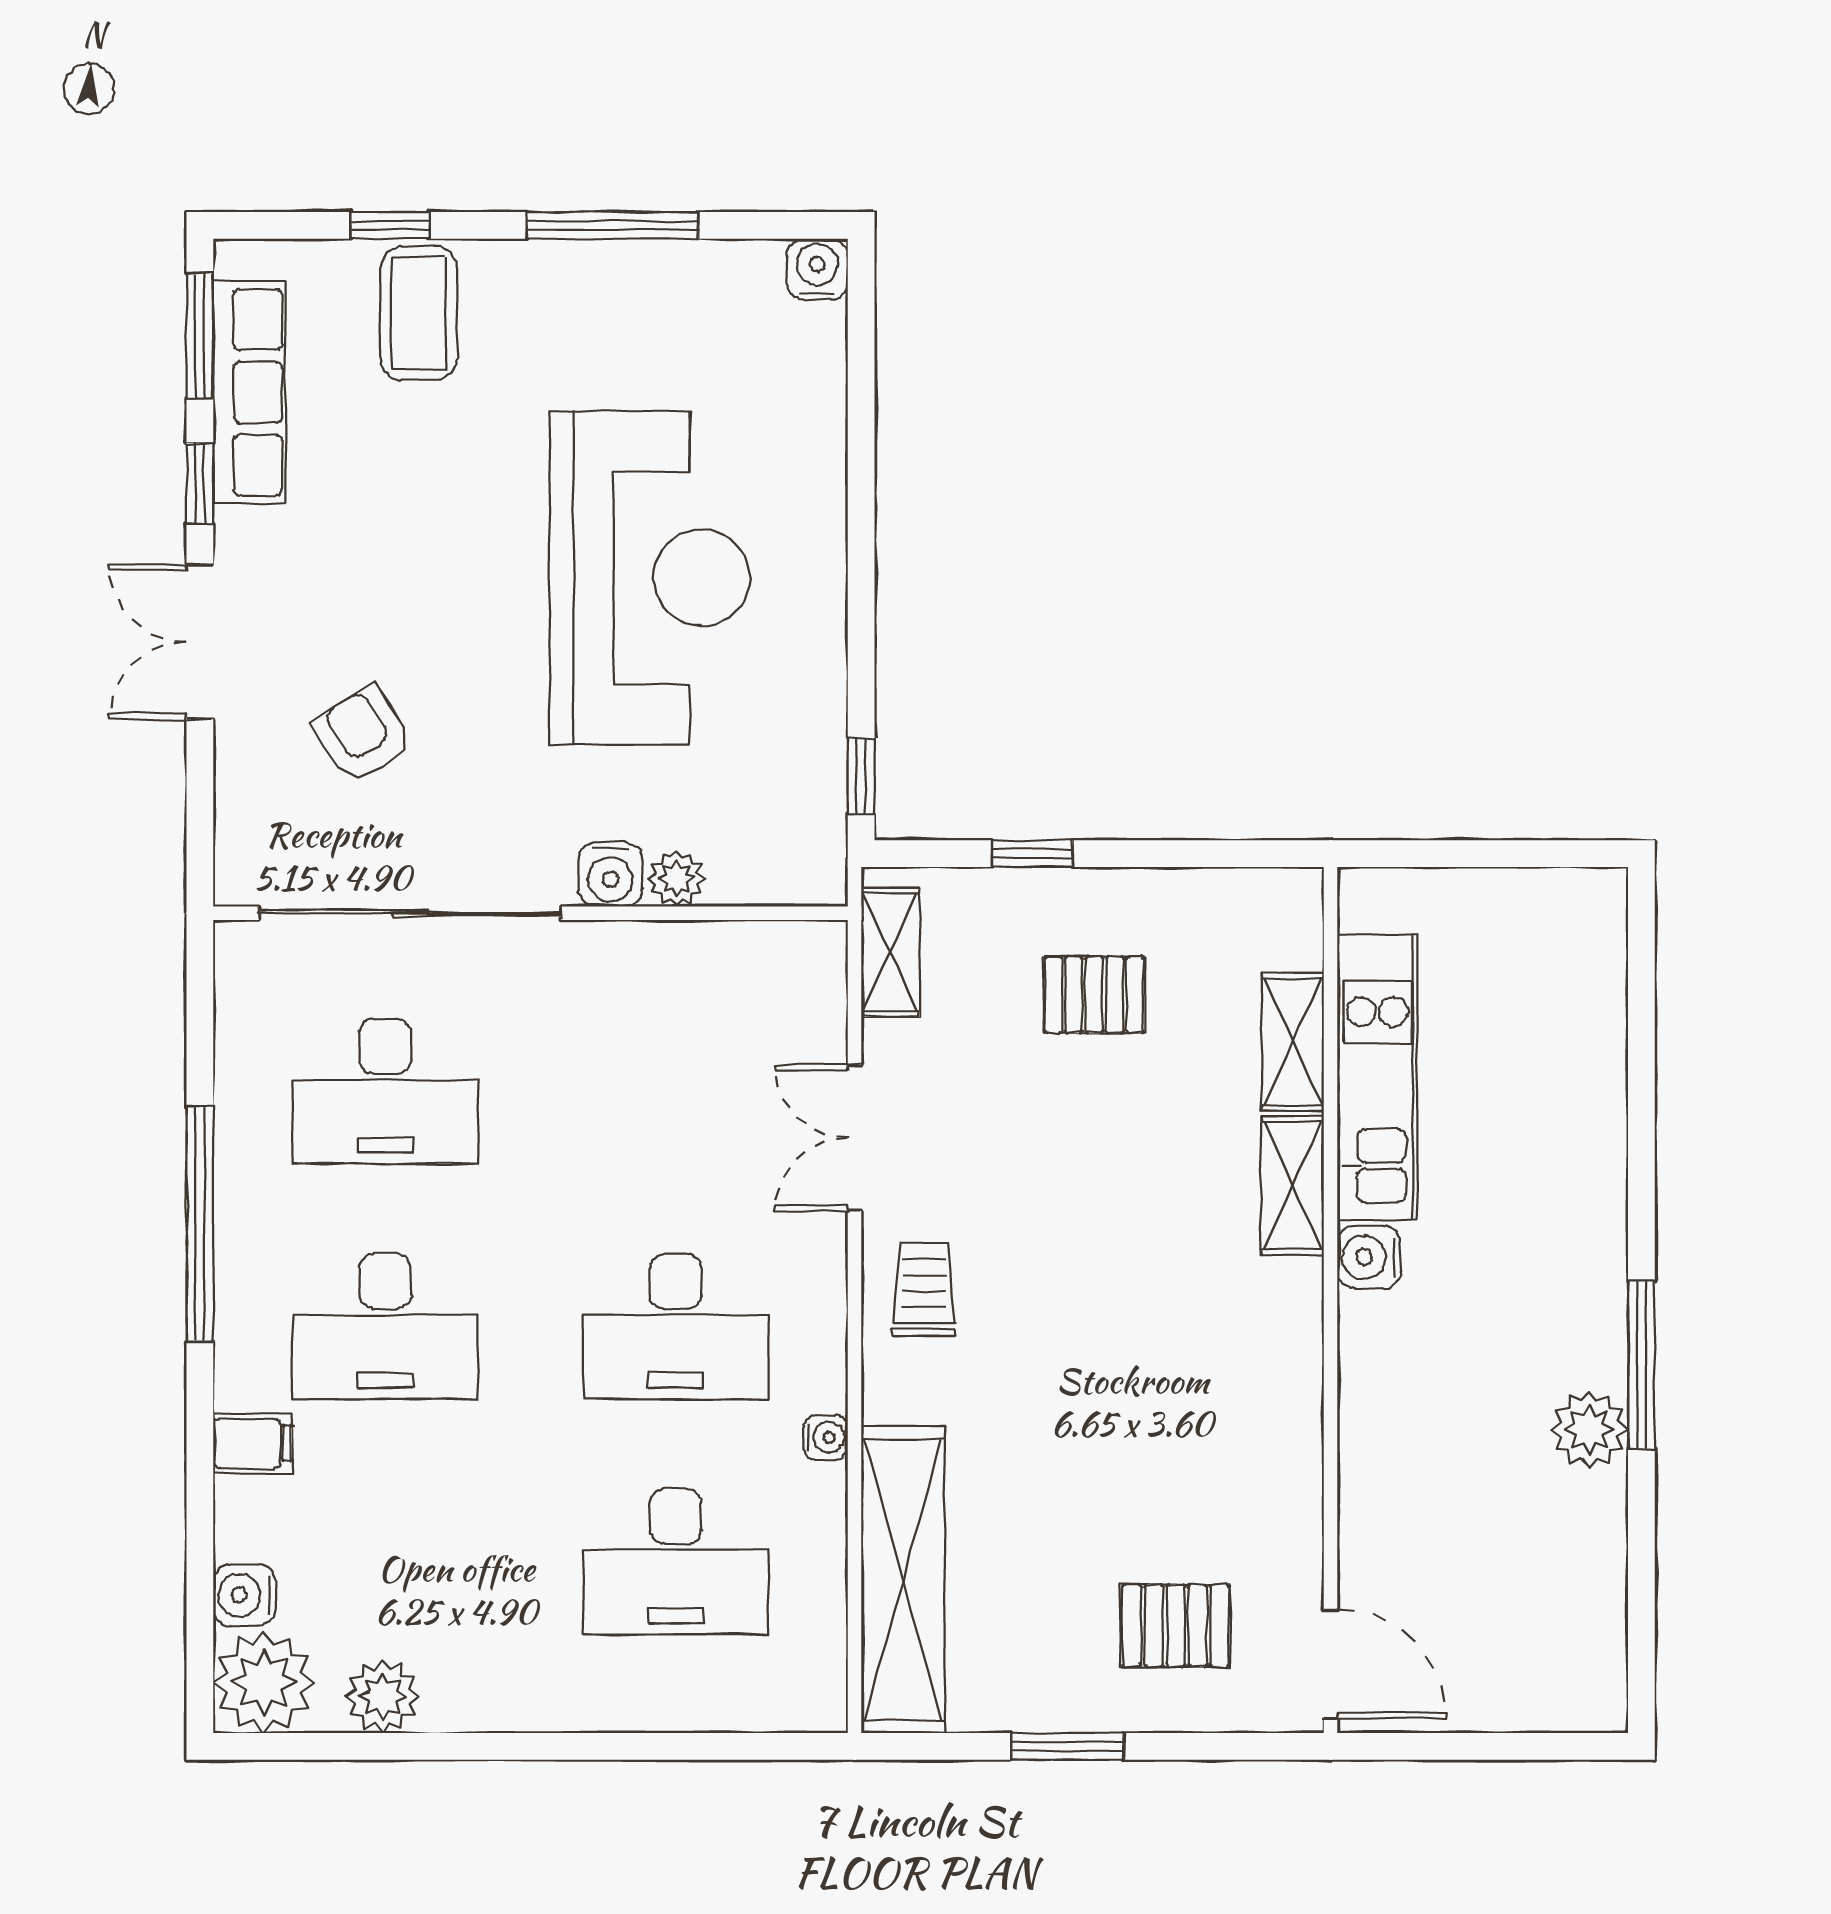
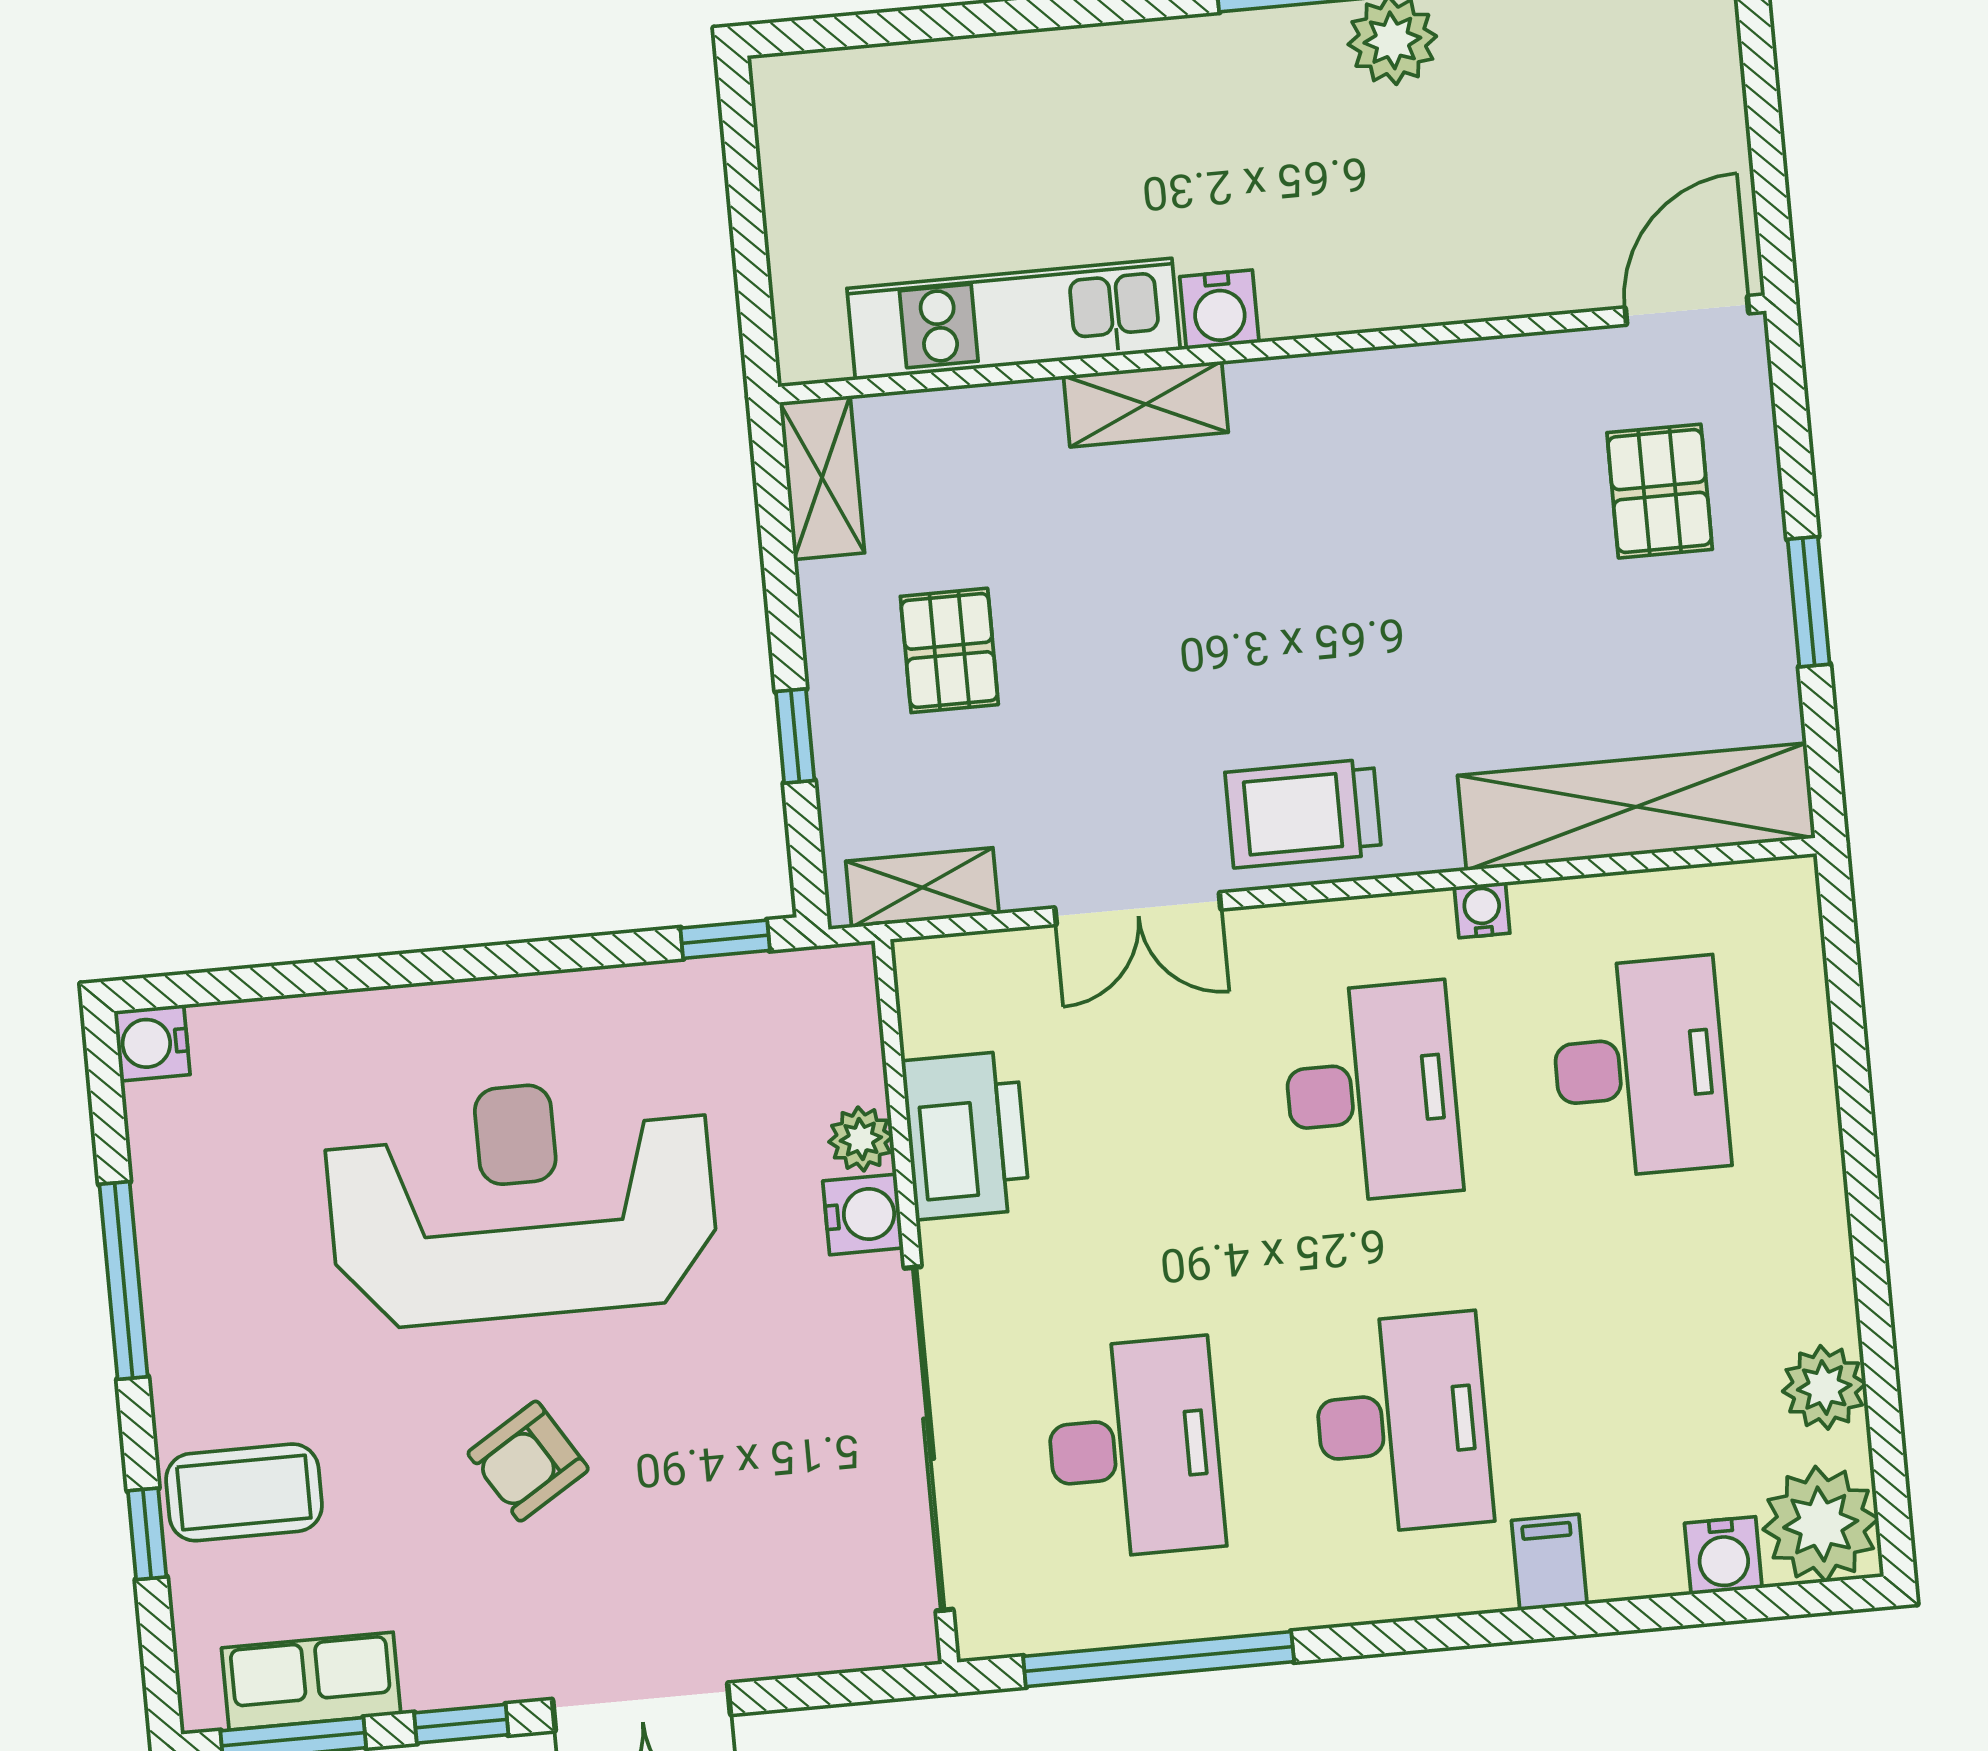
row of seats: (249, 392) -> (311, 1681), width x0.68
armchair: (363, 735) -> (528, 1461), moved
printer: (671, 970) -> (966, 1135), added
shelving: (1293, 1042) -> (822, 478), moved, turned 90
window: (200, 1224) -> (1159, 1659), moved
trolley: (924, 1290) -> (1303, 813), width x1.36, depth x1.39

